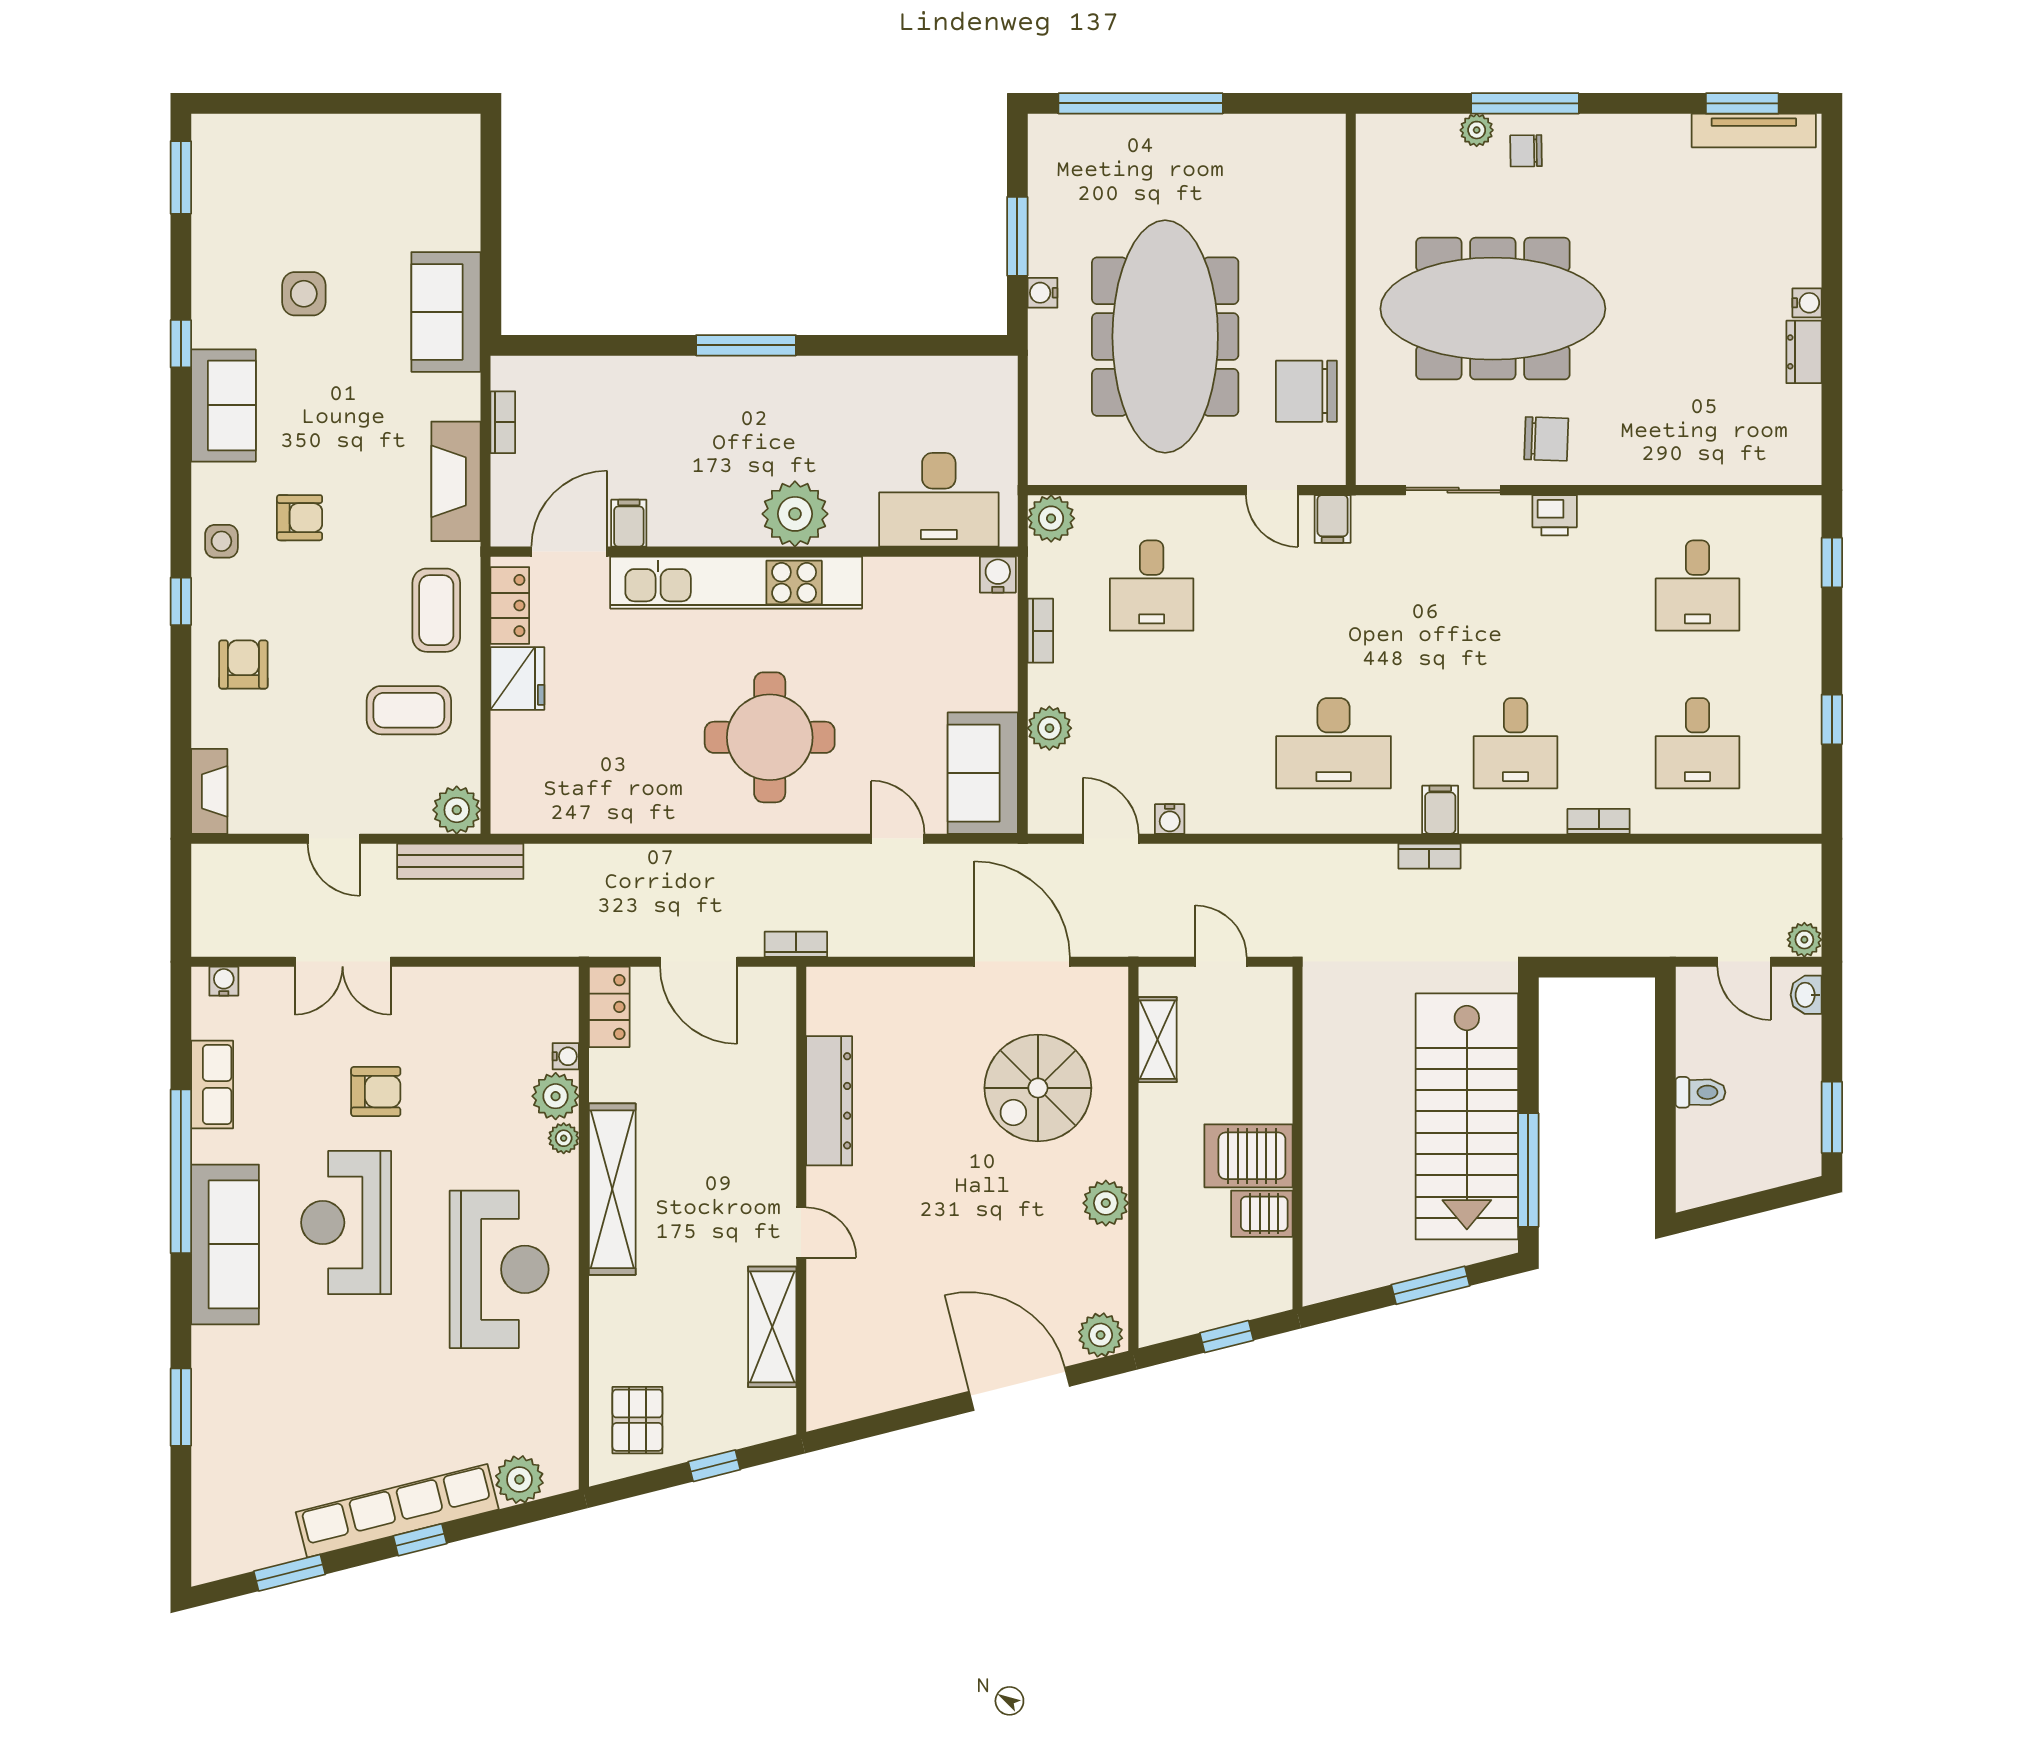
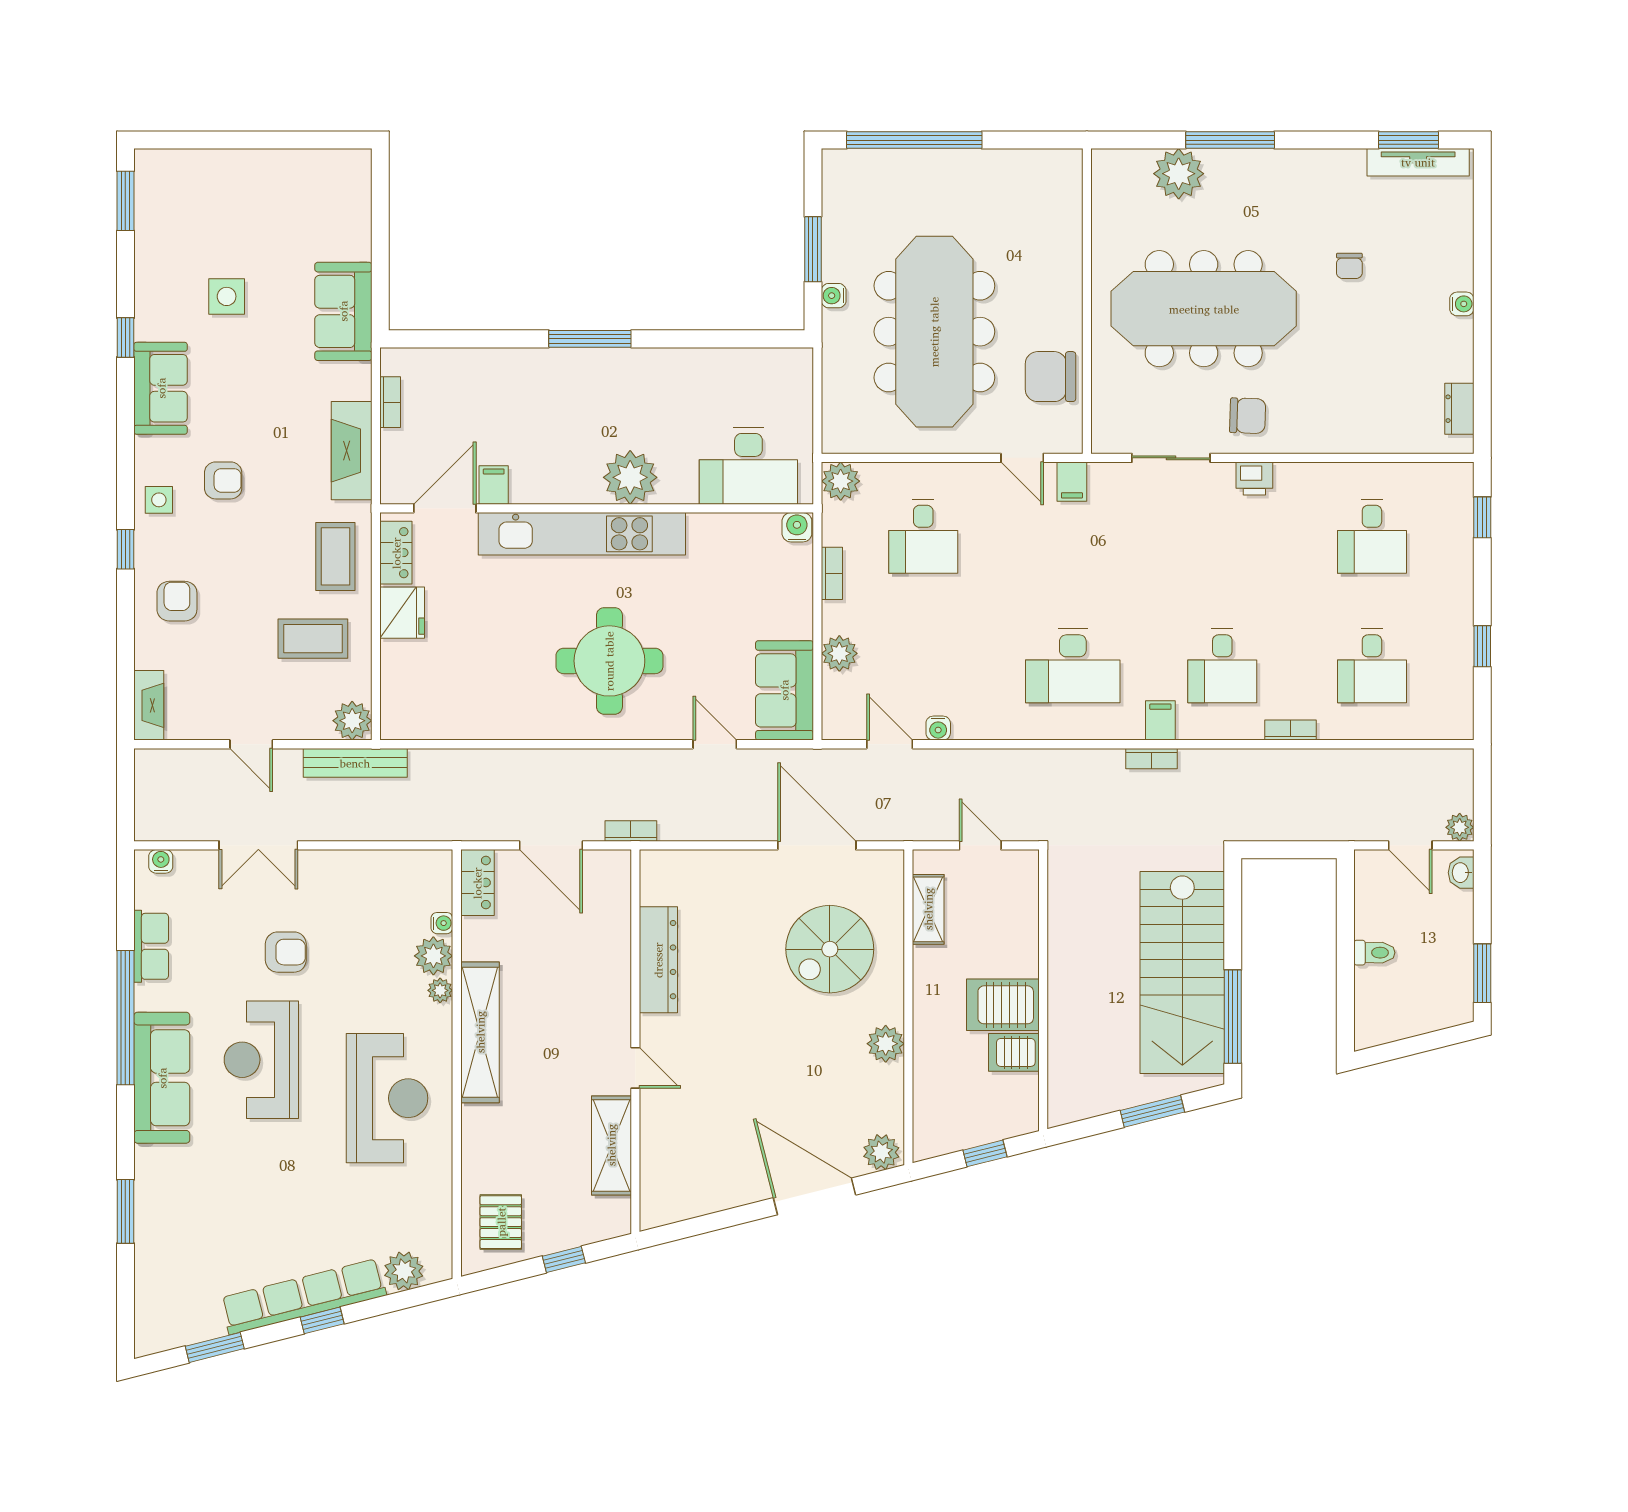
plant: (1477, 130) -> (1179, 174), width x1.87, depth x1.87
chair: (1526, 151) -> (1349, 266), moved, turned -89
dresser: (1804, 352) -> (1459, 409), moved

